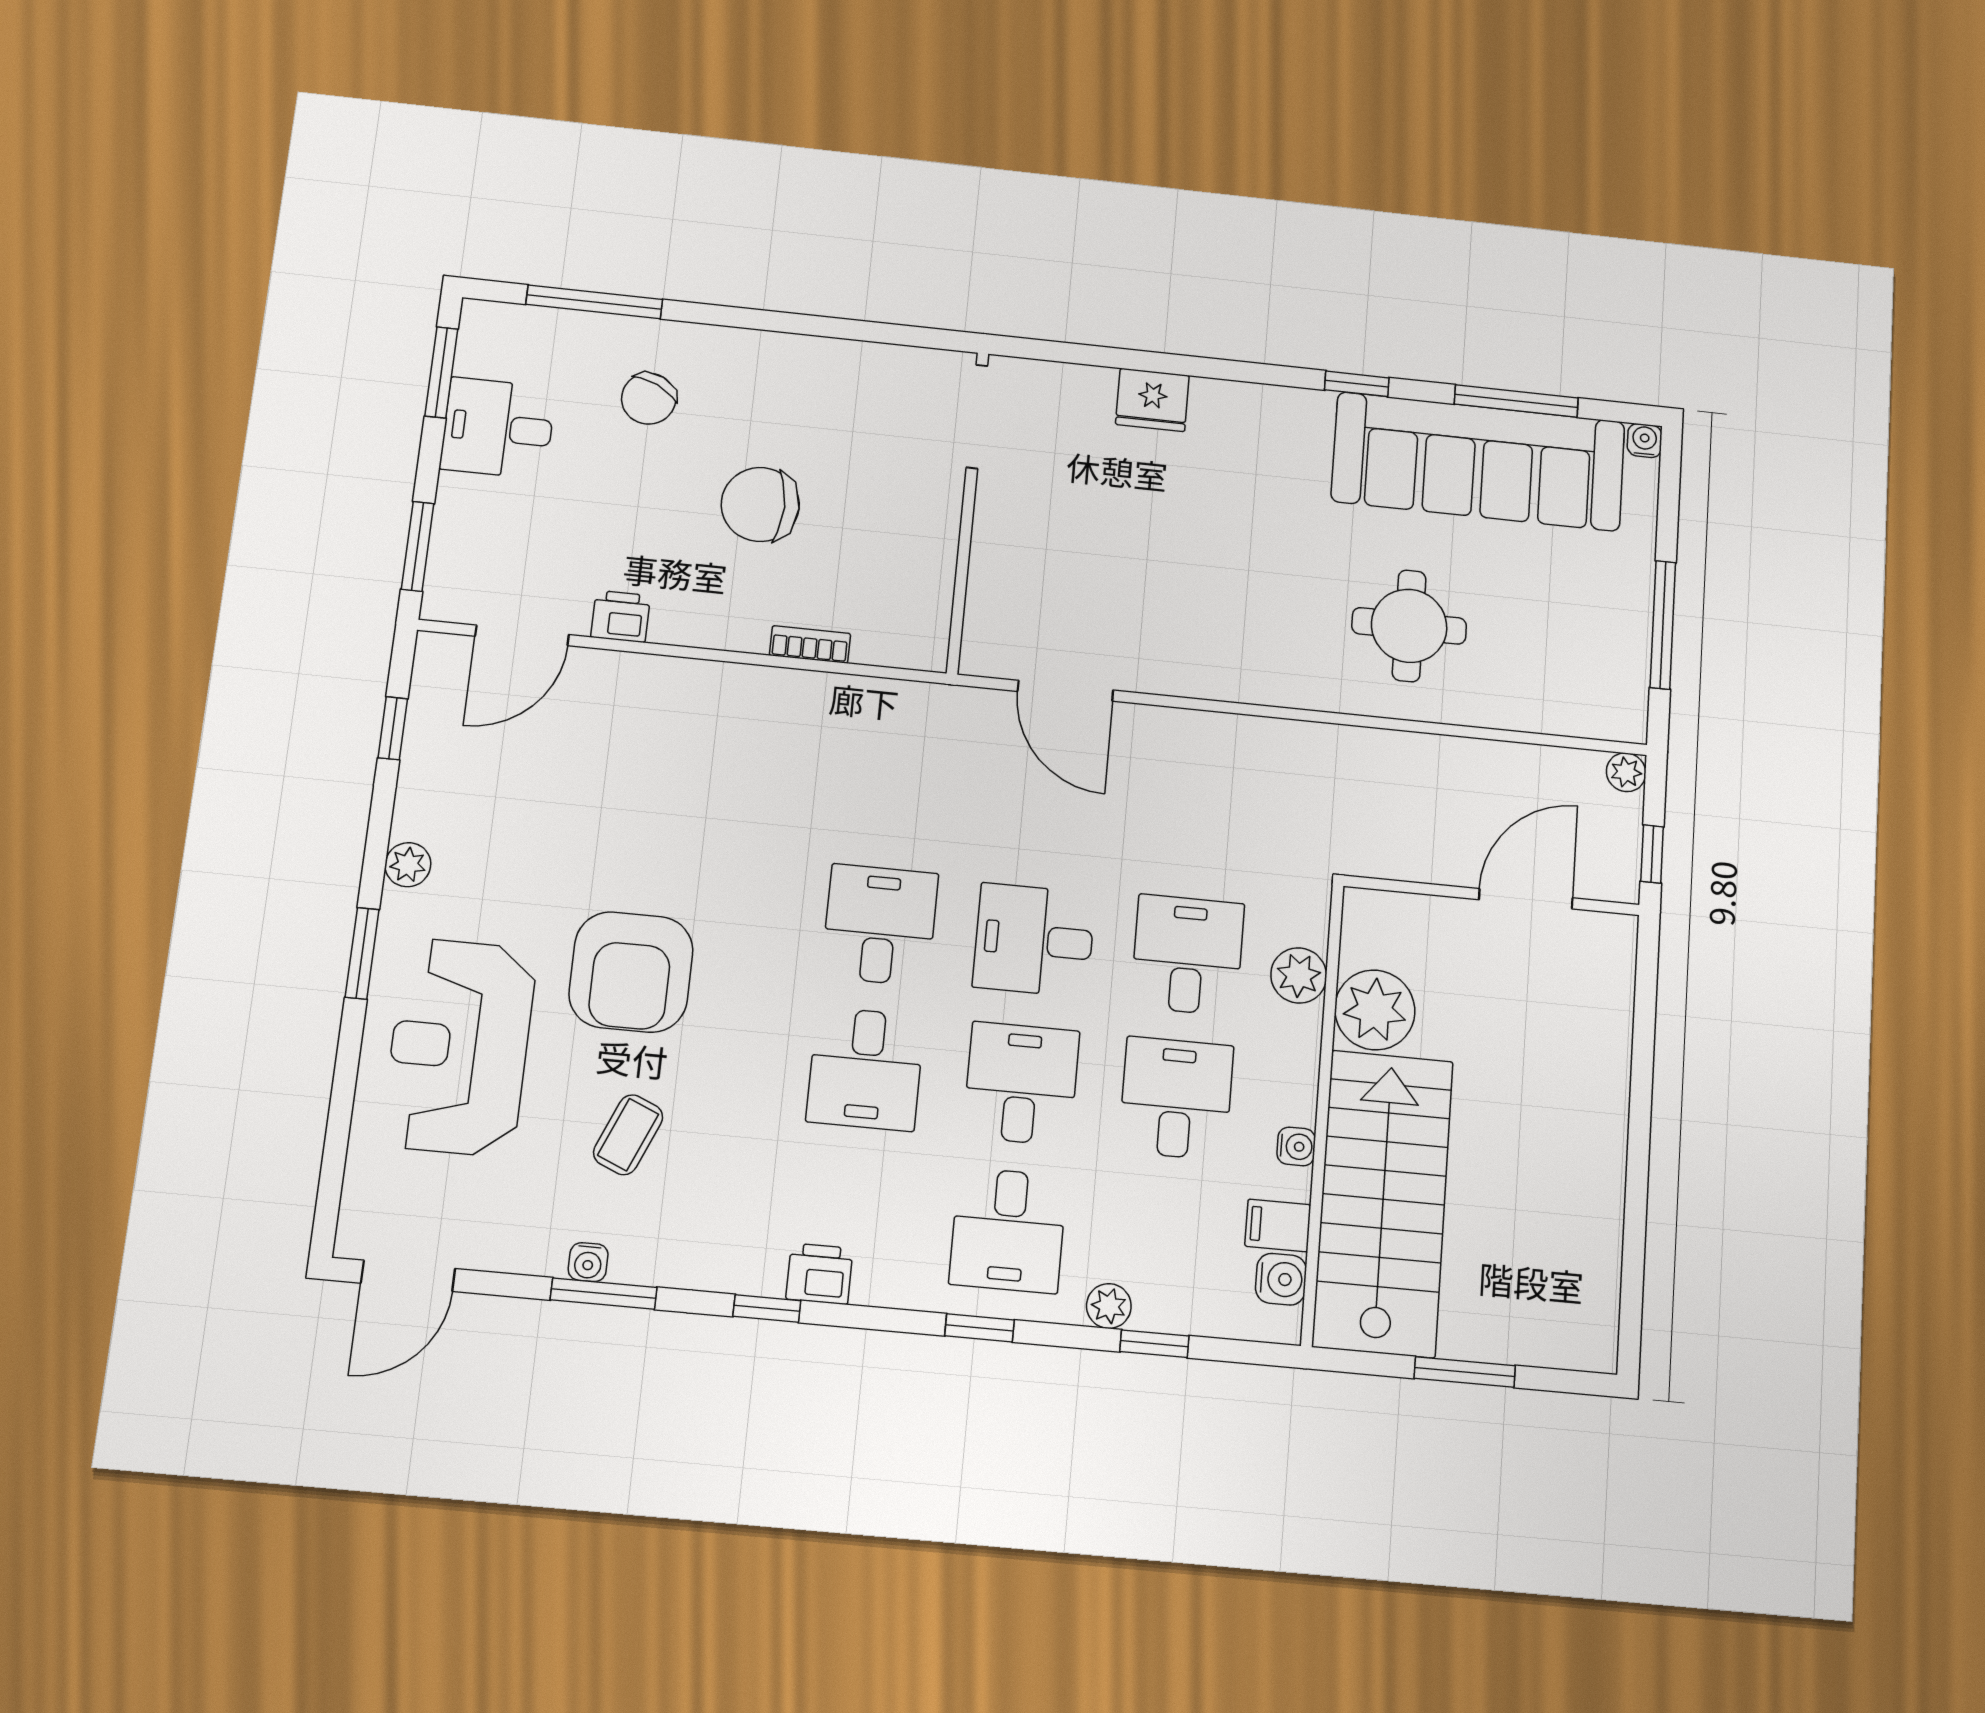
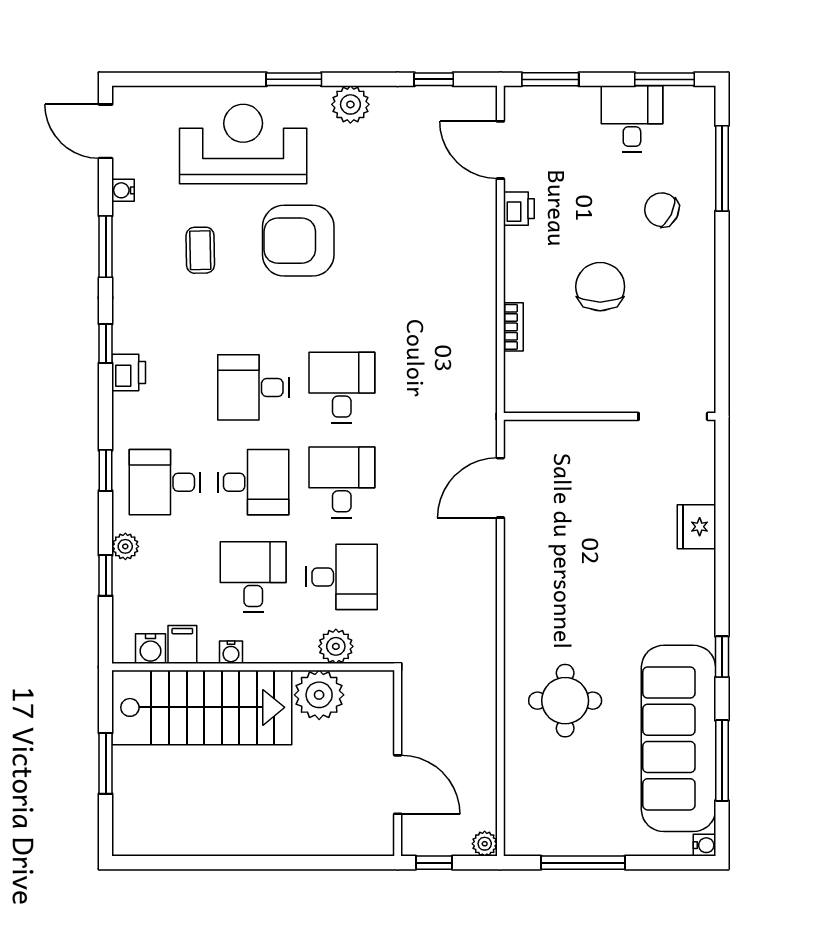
plant: (408, 865) -> (350, 104), width x1.38, depth x1.38
desk: (880, 925) -> (342, 387), turned -90
desk: (1176, 1098) -> (253, 577), turned -90
coffee table: (628, 1135) -> (200, 250), turned 66
water cooler: (588, 1262) -> (123, 190), moved

